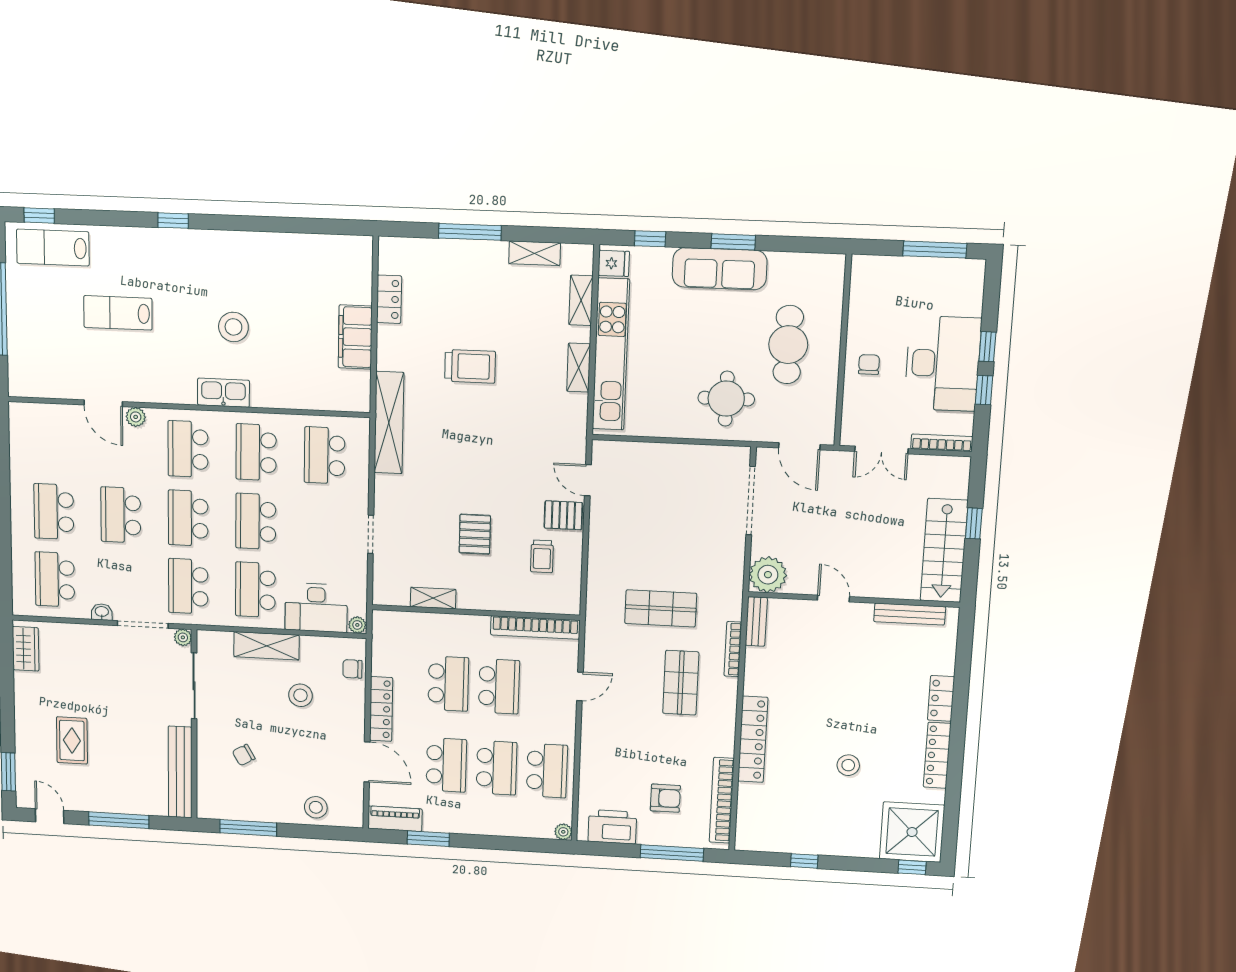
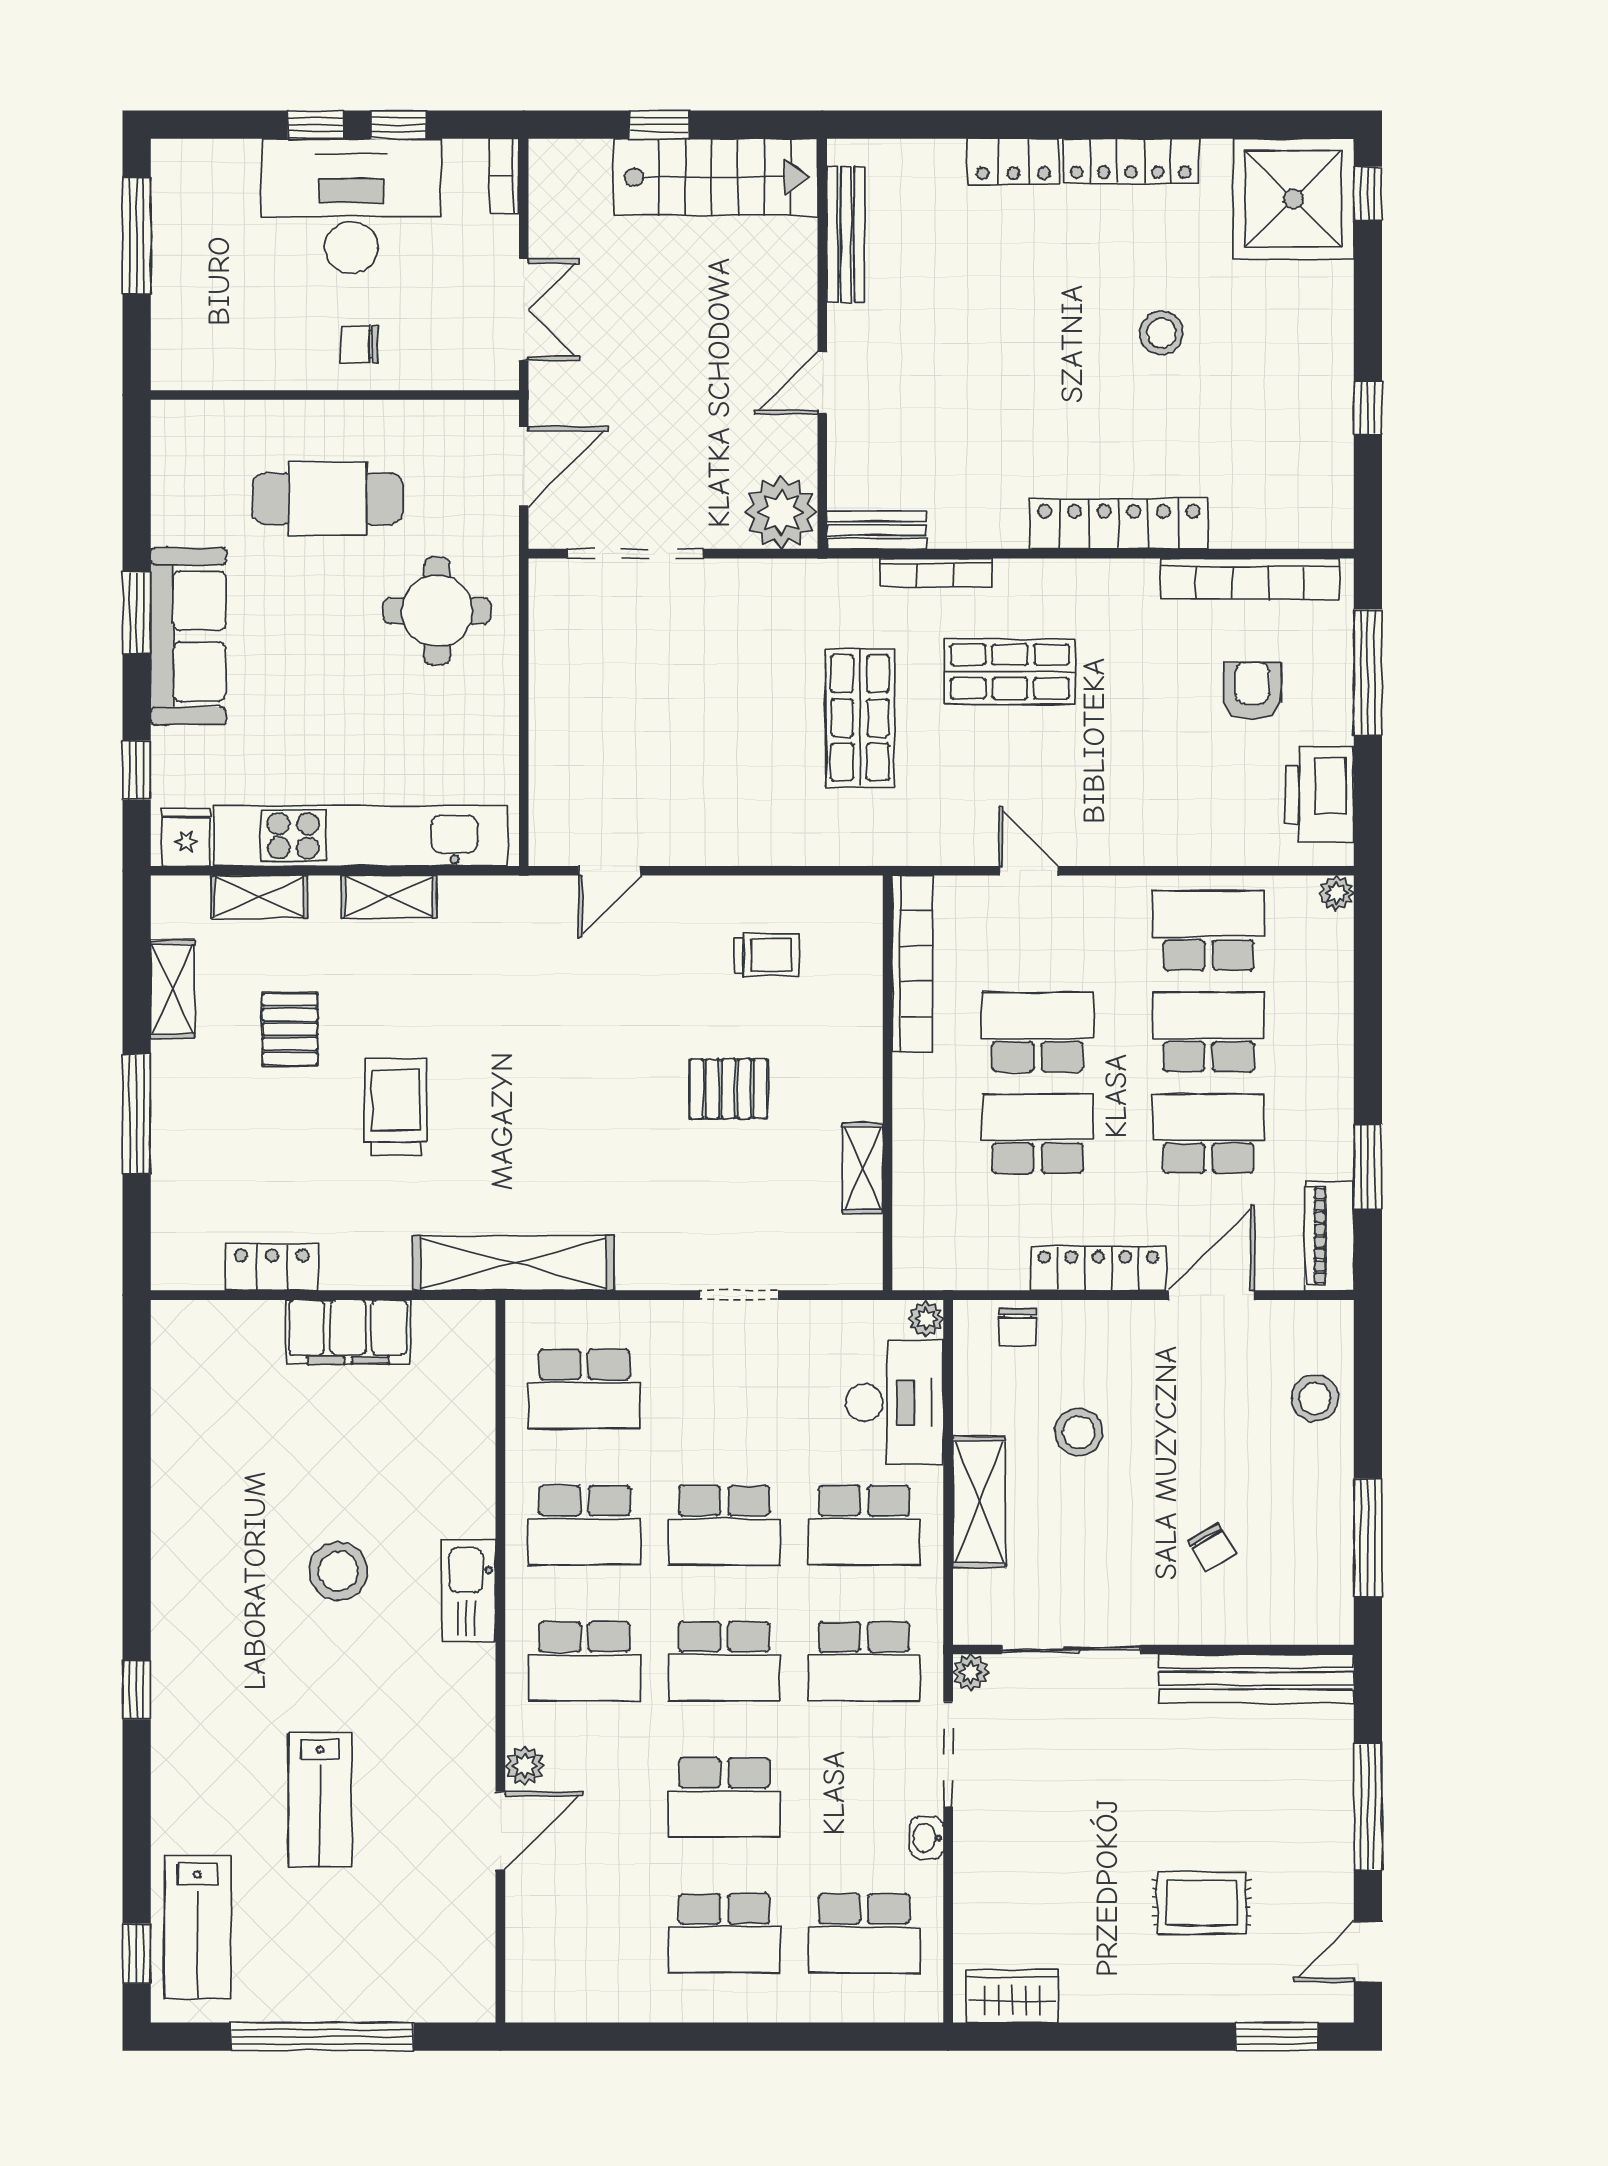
bookcase: (942, 443) -> (504, 176), width x0.64
pallet: (563, 515) -> (290, 1029), moved

